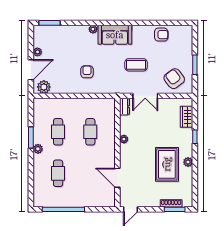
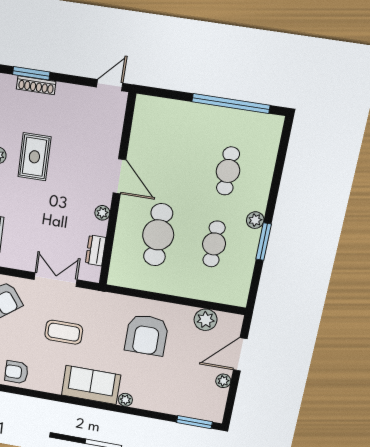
armchair: (87, 72) -> (147, 335), width x1.88, depth x1.88
plant: (44, 87) -> (206, 320), moved
dresser: (124, 107) -> (96, 250), moved
cafe table: (90, 132) -> (158, 235), width x1.37, depth x1.35
rug: (167, 164) -> (34, 157), width x0.73, depth x0.70
door: (117, 178) -> (119, 176), moved

